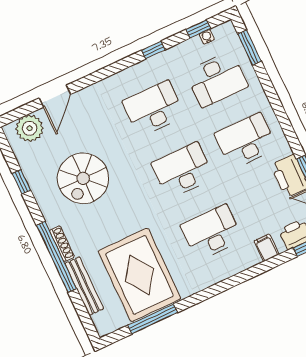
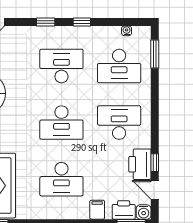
window: (198, 29) -> (46, 22), moved
desk: (183, 171) -> (61, 123), turned 180
desk: (212, 233) -> (61, 179), turned 180

